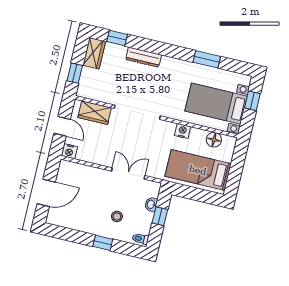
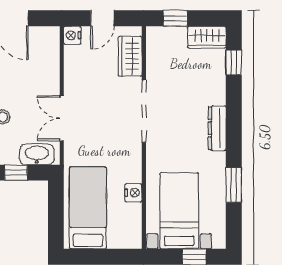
dresser: (144, 57) -> (217, 128), moved
nightstand: (183, 131) -> (133, 193), moved
floor lamp: (214, 140) -> (132, 219), removed
double door: (128, 173) -> (62, 118), swing flipped
washbasin: (151, 204) -> (37, 154), width x1.91, depth x1.45

